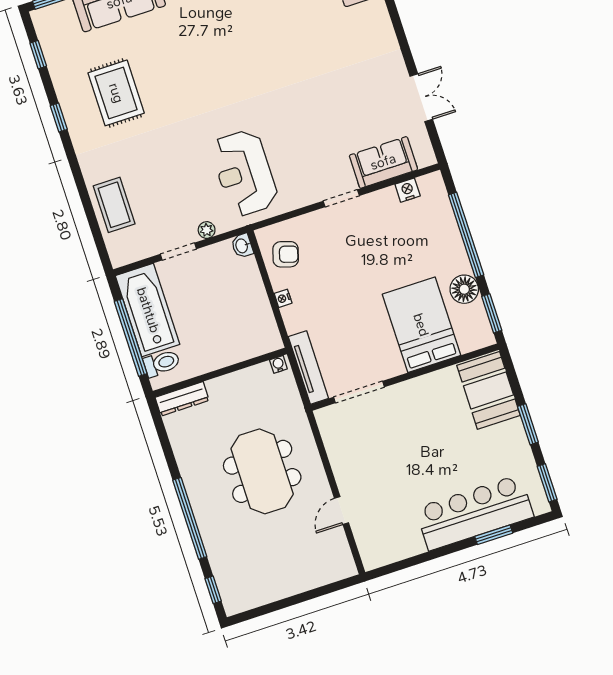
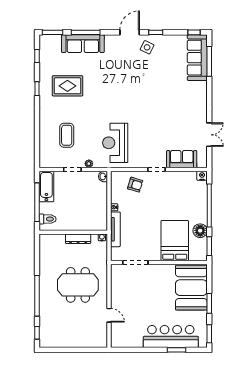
rug: (116, 93) -> (67, 86), turned 90
nightstand: (408, 190) -> (202, 176), moved
coffee table: (114, 205) -> (67, 135), moved
armchair: (286, 254) -> (135, 185), moved
bathtub: (148, 310) -> (46, 186), width x0.73, depth x0.73
tv unit: (308, 368) -> (115, 229), moved
booth: (489, 390) -> (191, 288), width x1.36, depth x1.42
dresser: (182, 399) -> (78, 239), moved
meeting table: (262, 471) -> (78, 285), turned 90
door: (341, 510) -> (109, 315), swing flipped

